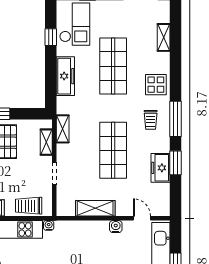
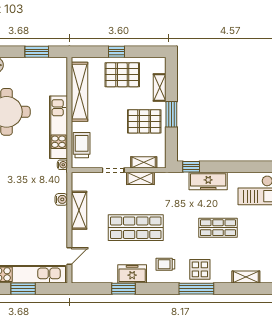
window: (51, 37) -> (191, 167), moved
shop shelf: (113, 66) -> (218, 228), width x0.70, depth x0.74
window: (176, 119) -> (196, 289), moved
shelving: (63, 129) -> (140, 178), moved
freezer: (160, 168) -> (132, 274), moved
water cooler: (116, 227) -> (61, 199), moved

